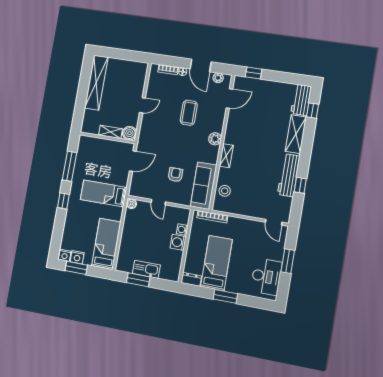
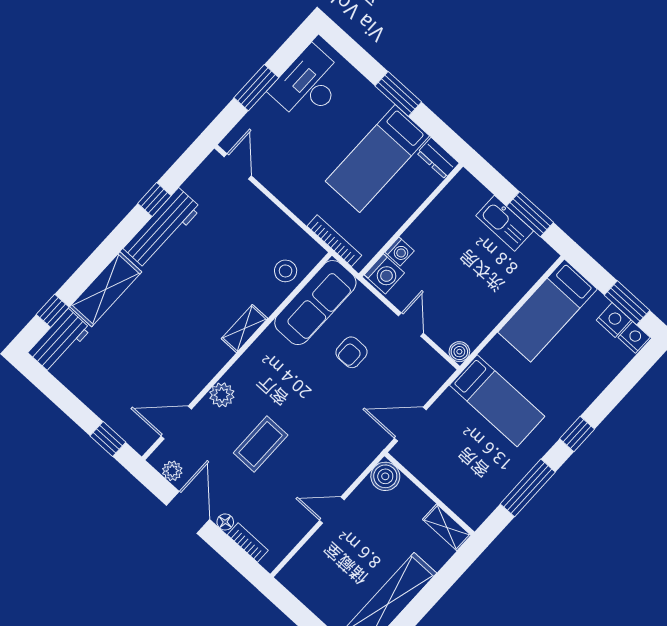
shelving: (111, 132) -> (447, 527), moved
plant: (215, 139) -> (222, 395), moved
washing machine: (178, 242) -> (384, 274), moved

